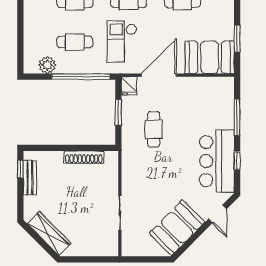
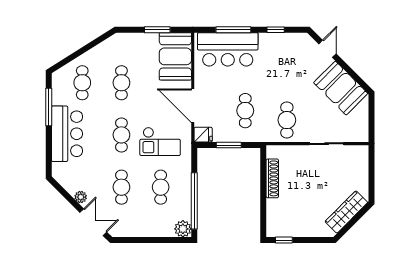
plant: (47, 65) -> (183, 229), moved
window: (81, 77) -> (194, 201), moved
cafe table: (154, 129) -> (245, 111), turned 90
bar counter: (217, 161) -> (228, 49), moved
cafe table: (144, 172) -> (287, 120), added
bench: (30, 178) -> (292, 231), removed
door: (217, 214) -> (327, 49), hinge flipped

